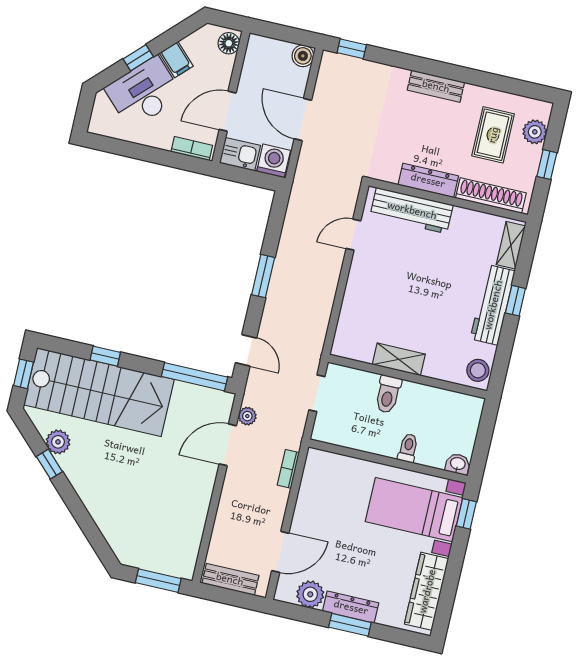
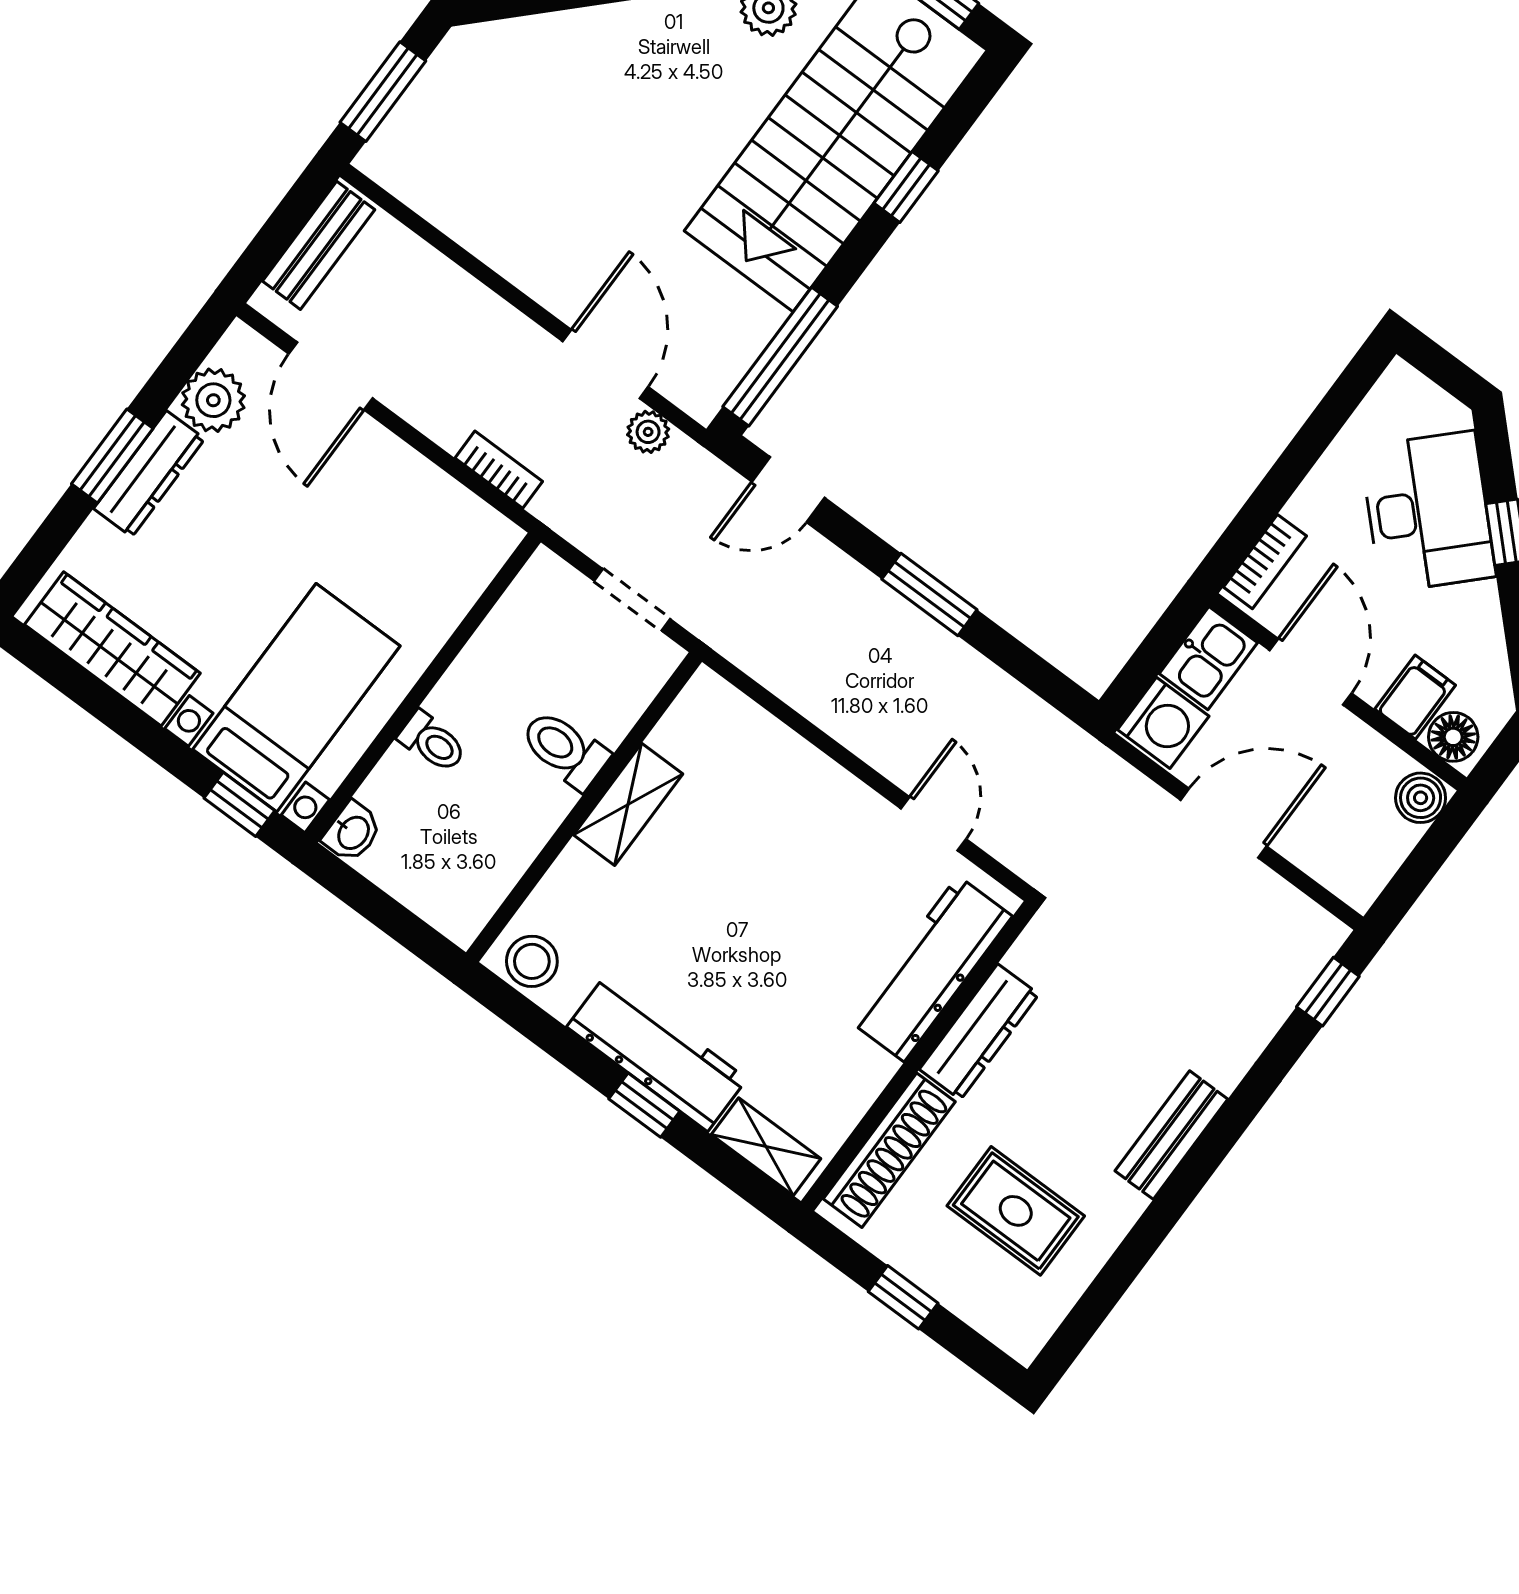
boiler: (303, 56) -> (1421, 798), moved
filing cabinet: (176, 60) -> (1415, 697), moved, turned 135
plant: (535, 132) -> (983, 1302), removed

